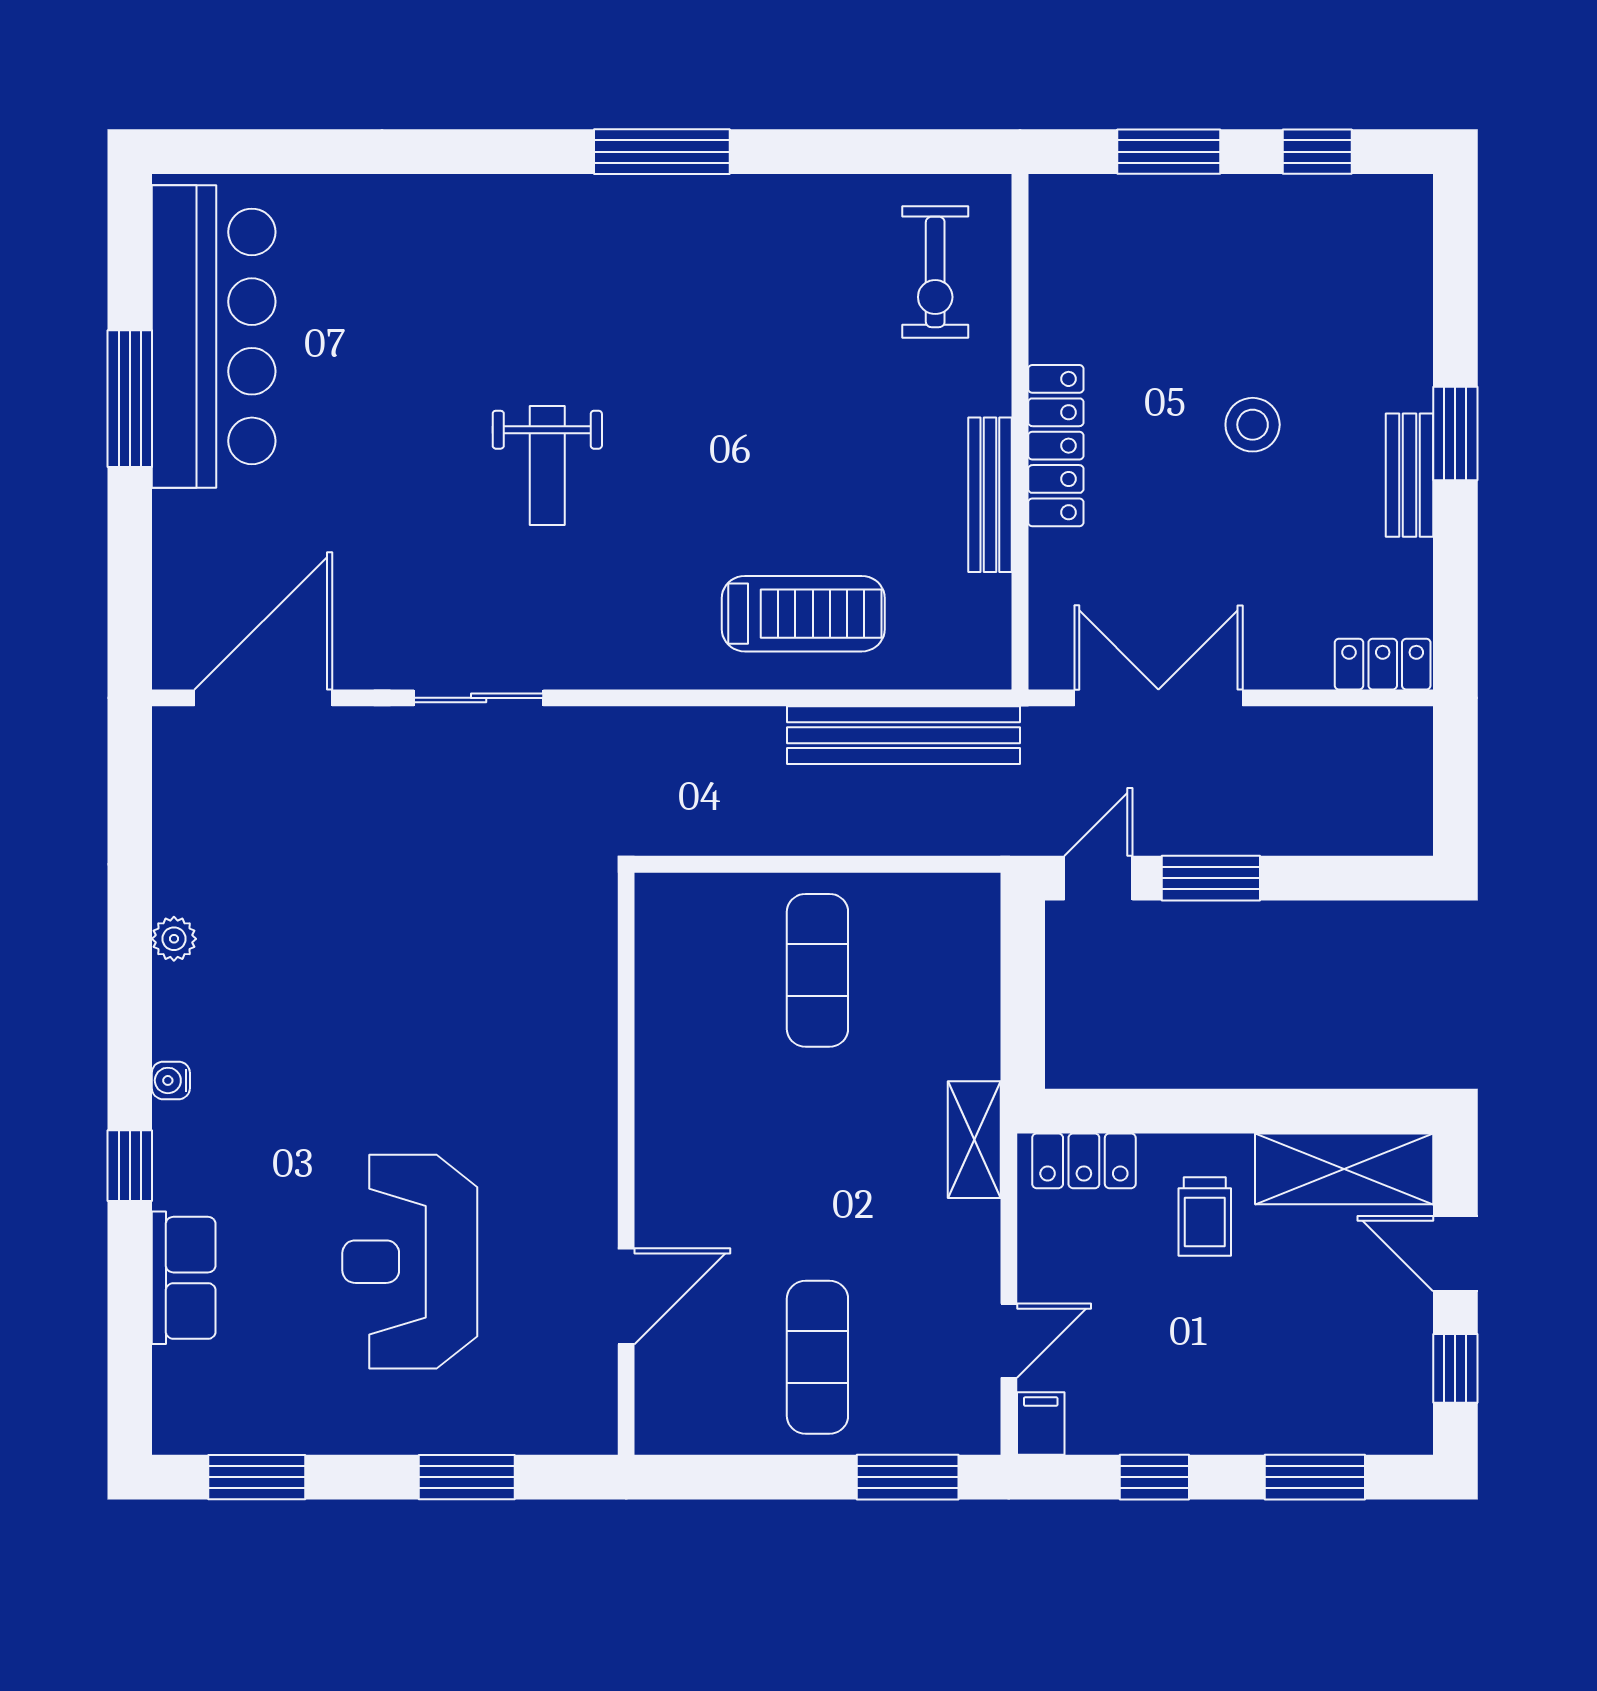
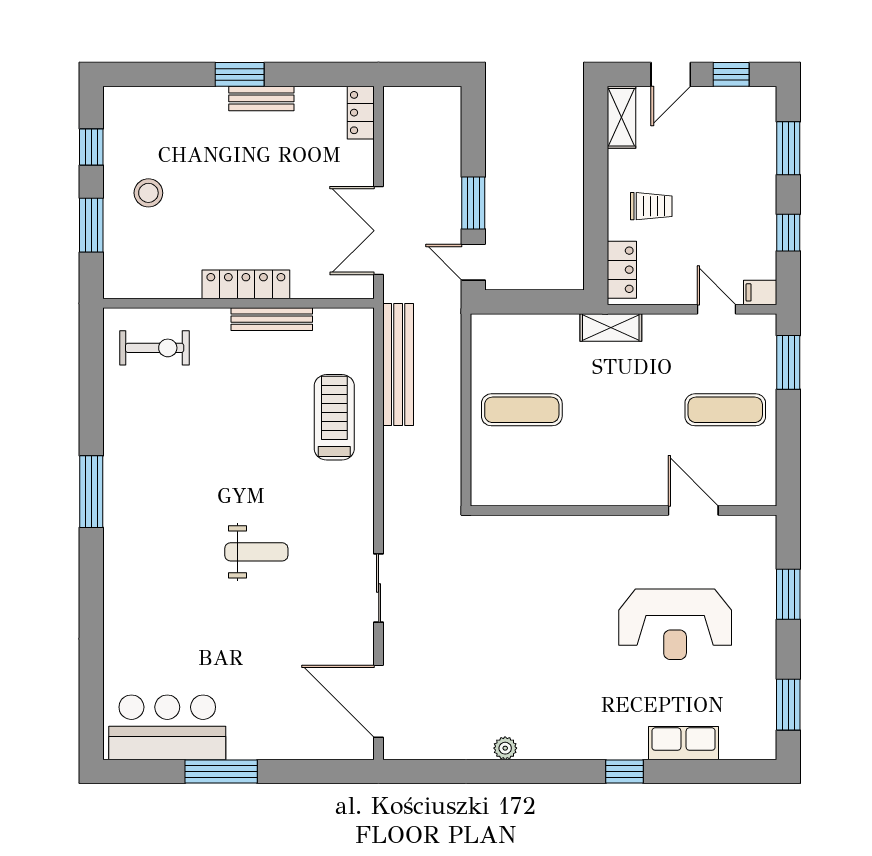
bar counter: (214, 336) -> (167, 727), width x0.73
stool: (1253, 425) -> (148, 193), moved
water cooler: (171, 1080) -> (580, 750), removed
shelving: (1344, 1169) -> (622, 117), width x0.67, depth x0.75

